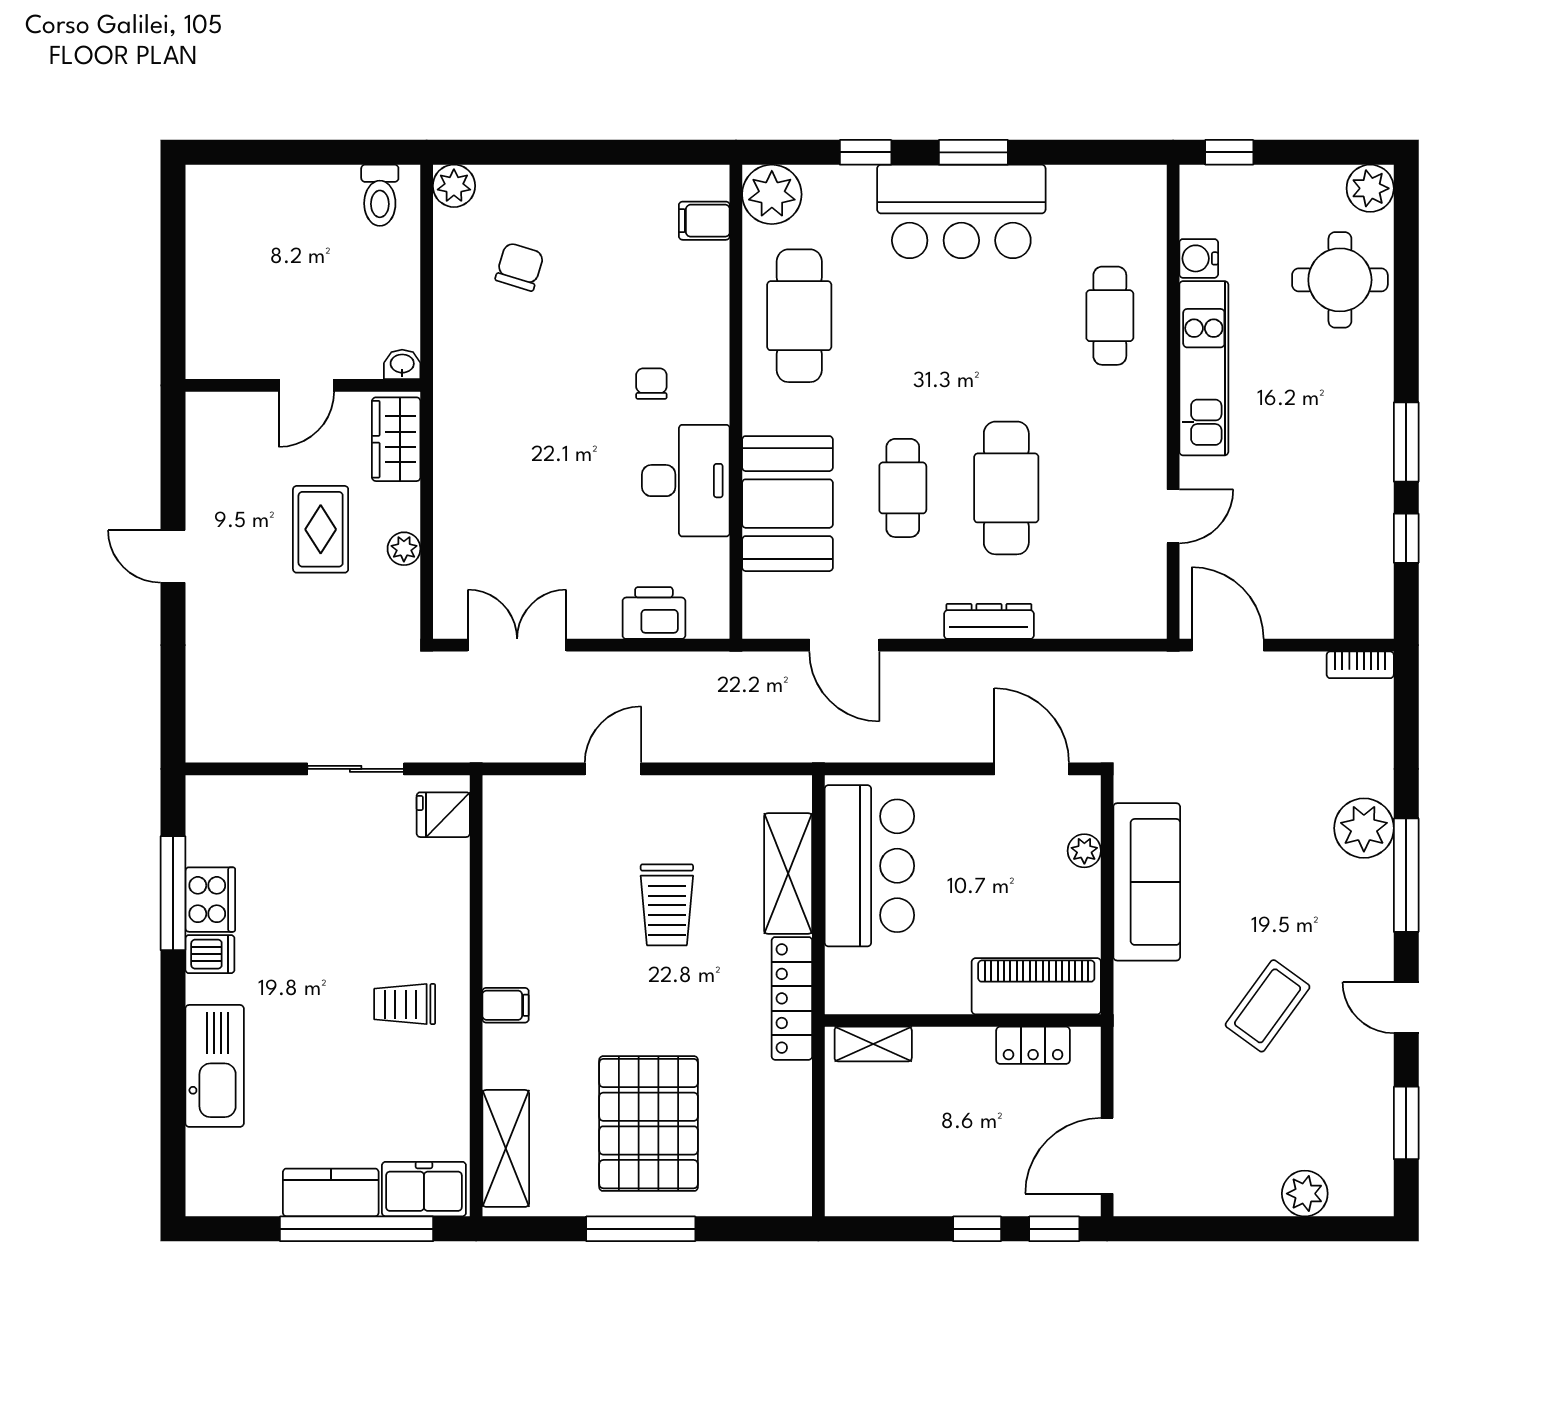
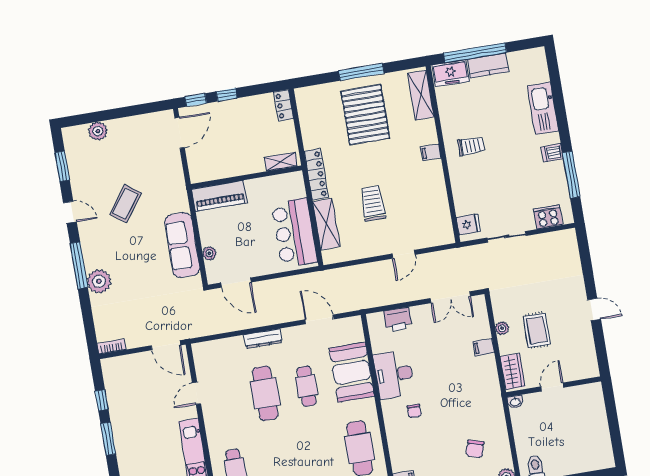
filing cabinet: (457, 510) -> (484, 347), added
cooker: (210, 900) -> (548, 217), moved, turned 90
locker: (1033, 1045) -> (284, 105), moved, turned -90

